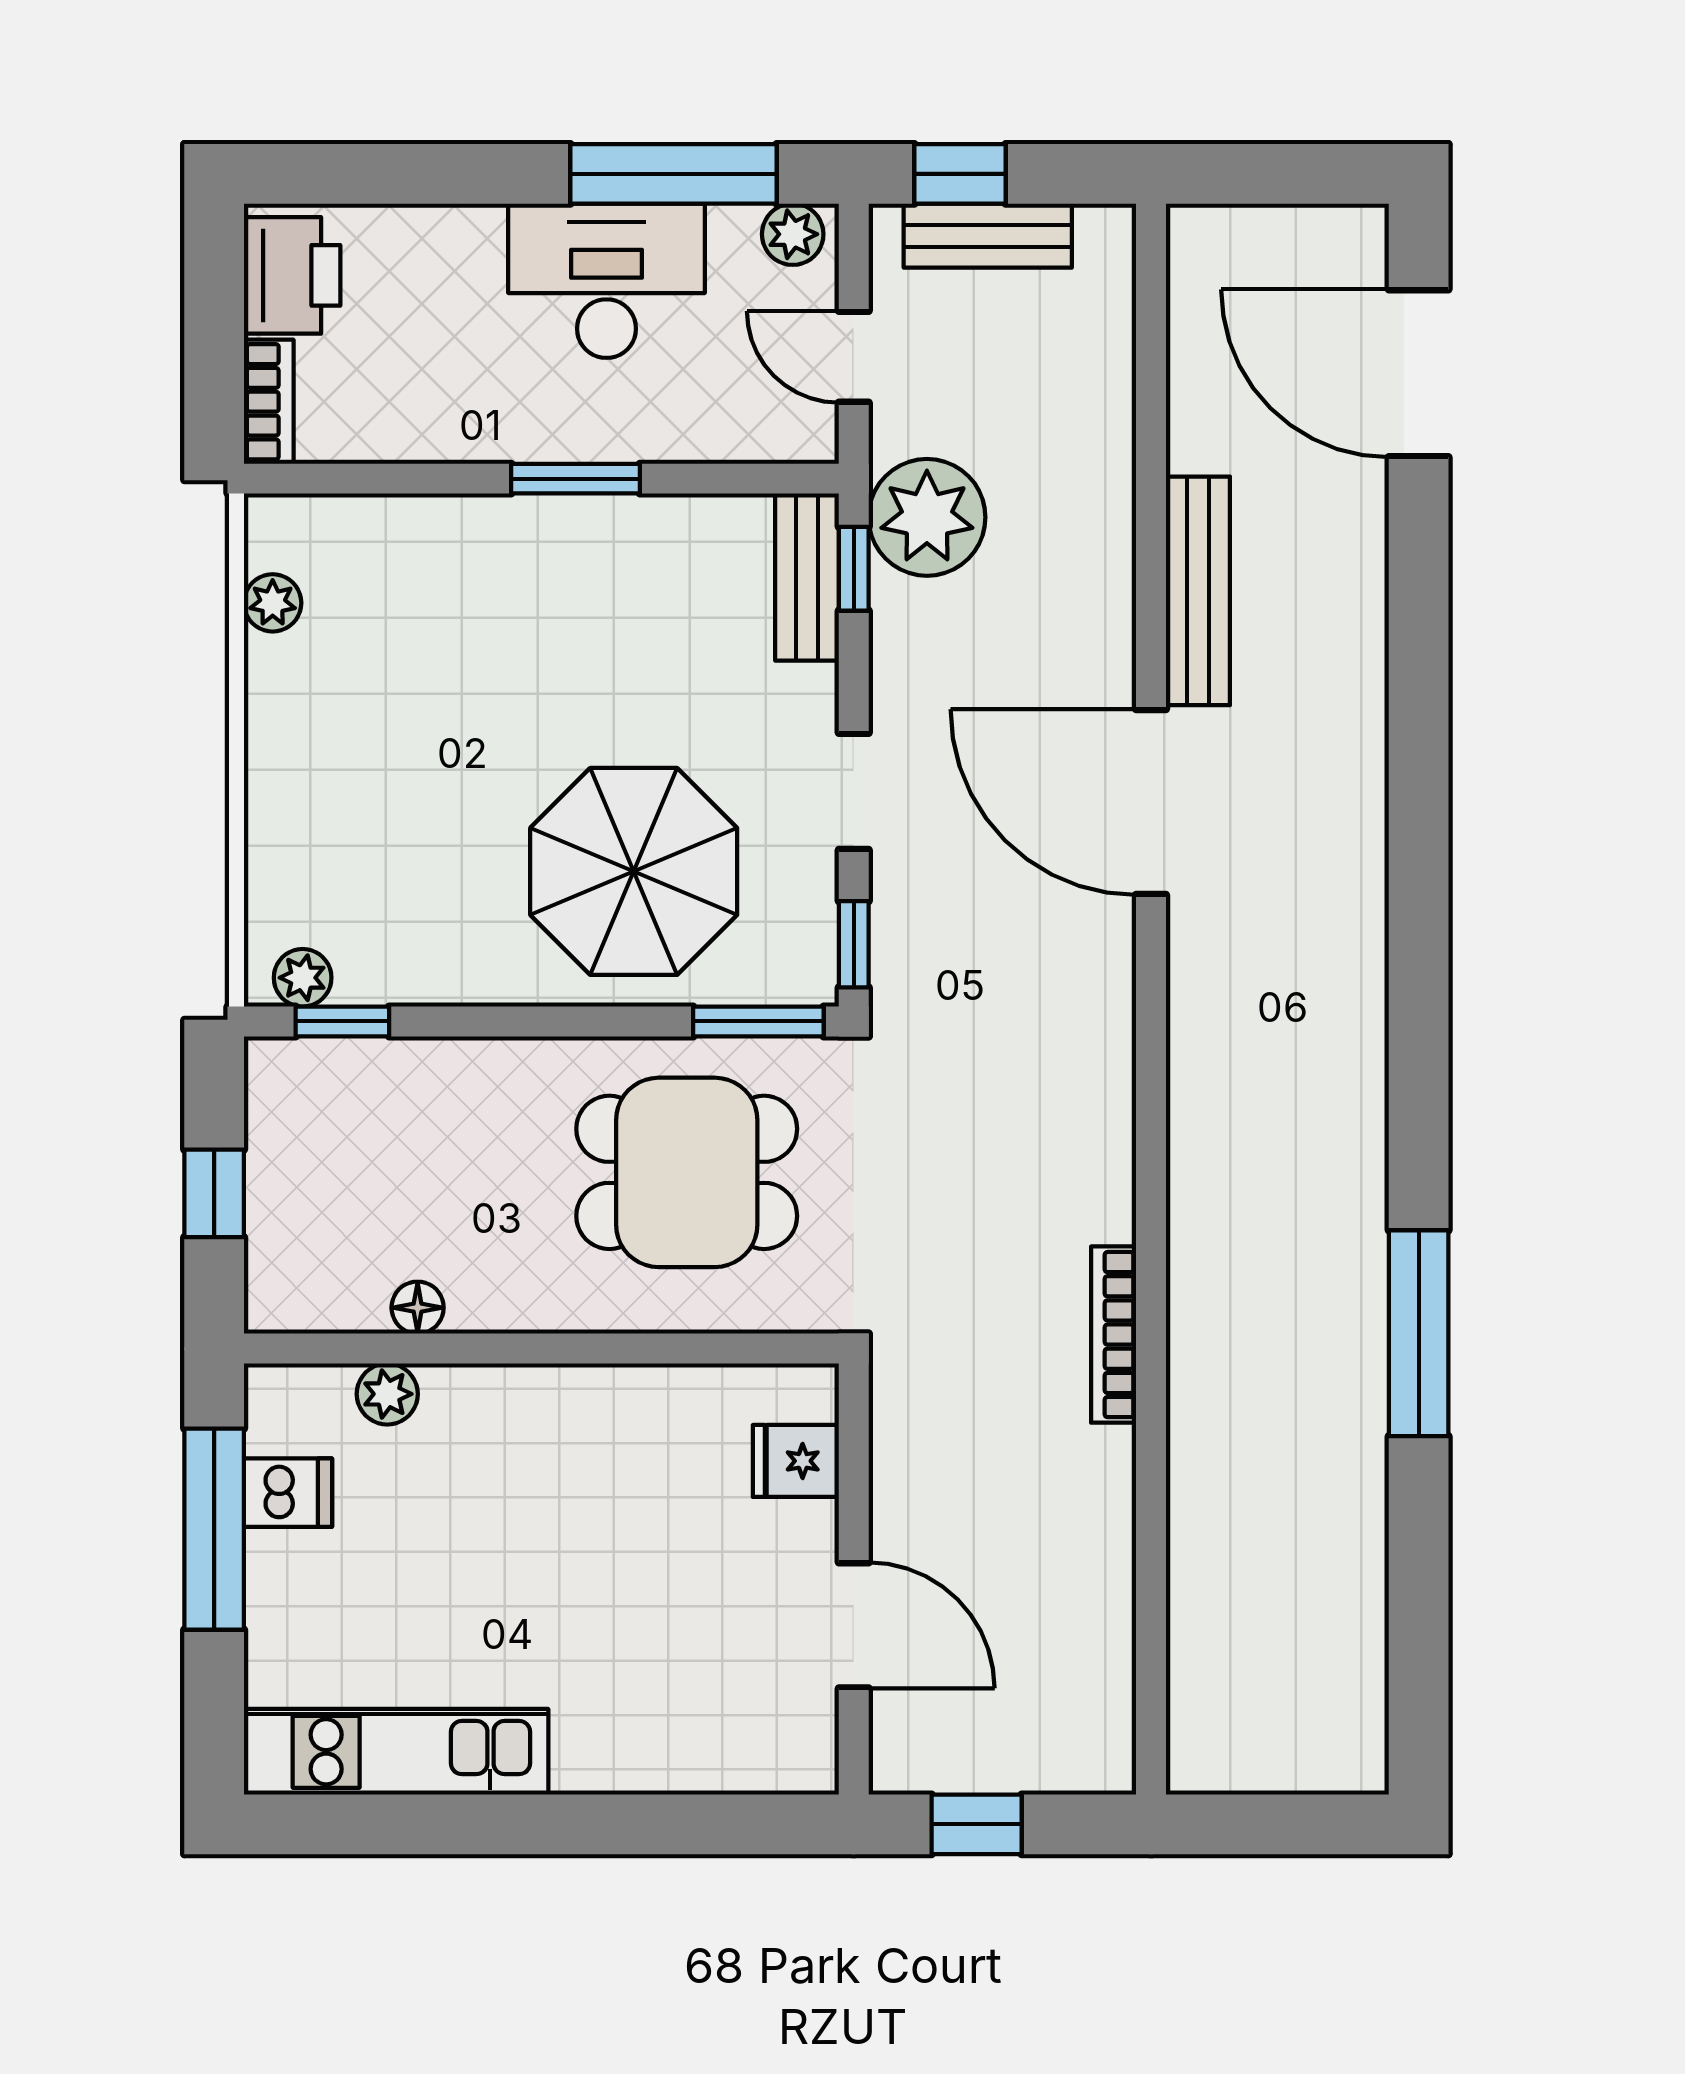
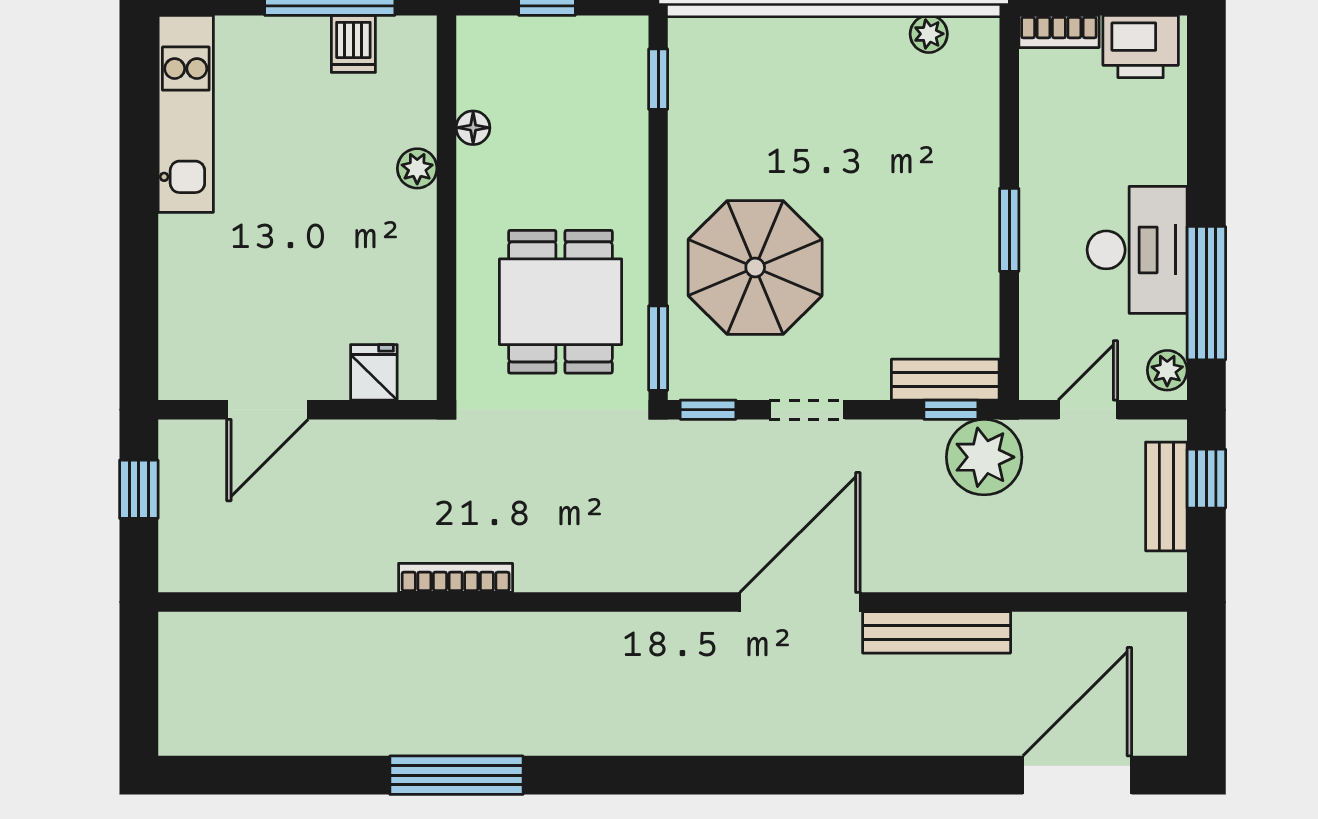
plant: (303, 978) -> (686, 53), removed
plant: (387, 1394) -> (417, 168), moved

